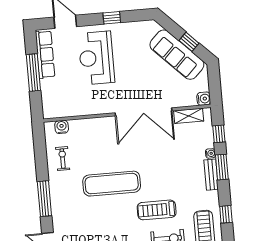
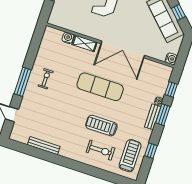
shelving: (189, 116) -> (85, 43), moved
water cooler: (62, 127) -> (68, 38), moved
exercise bike: (63, 159) -> (46, 79), moved
exercise mat: (112, 184) -> (100, 87), moved

